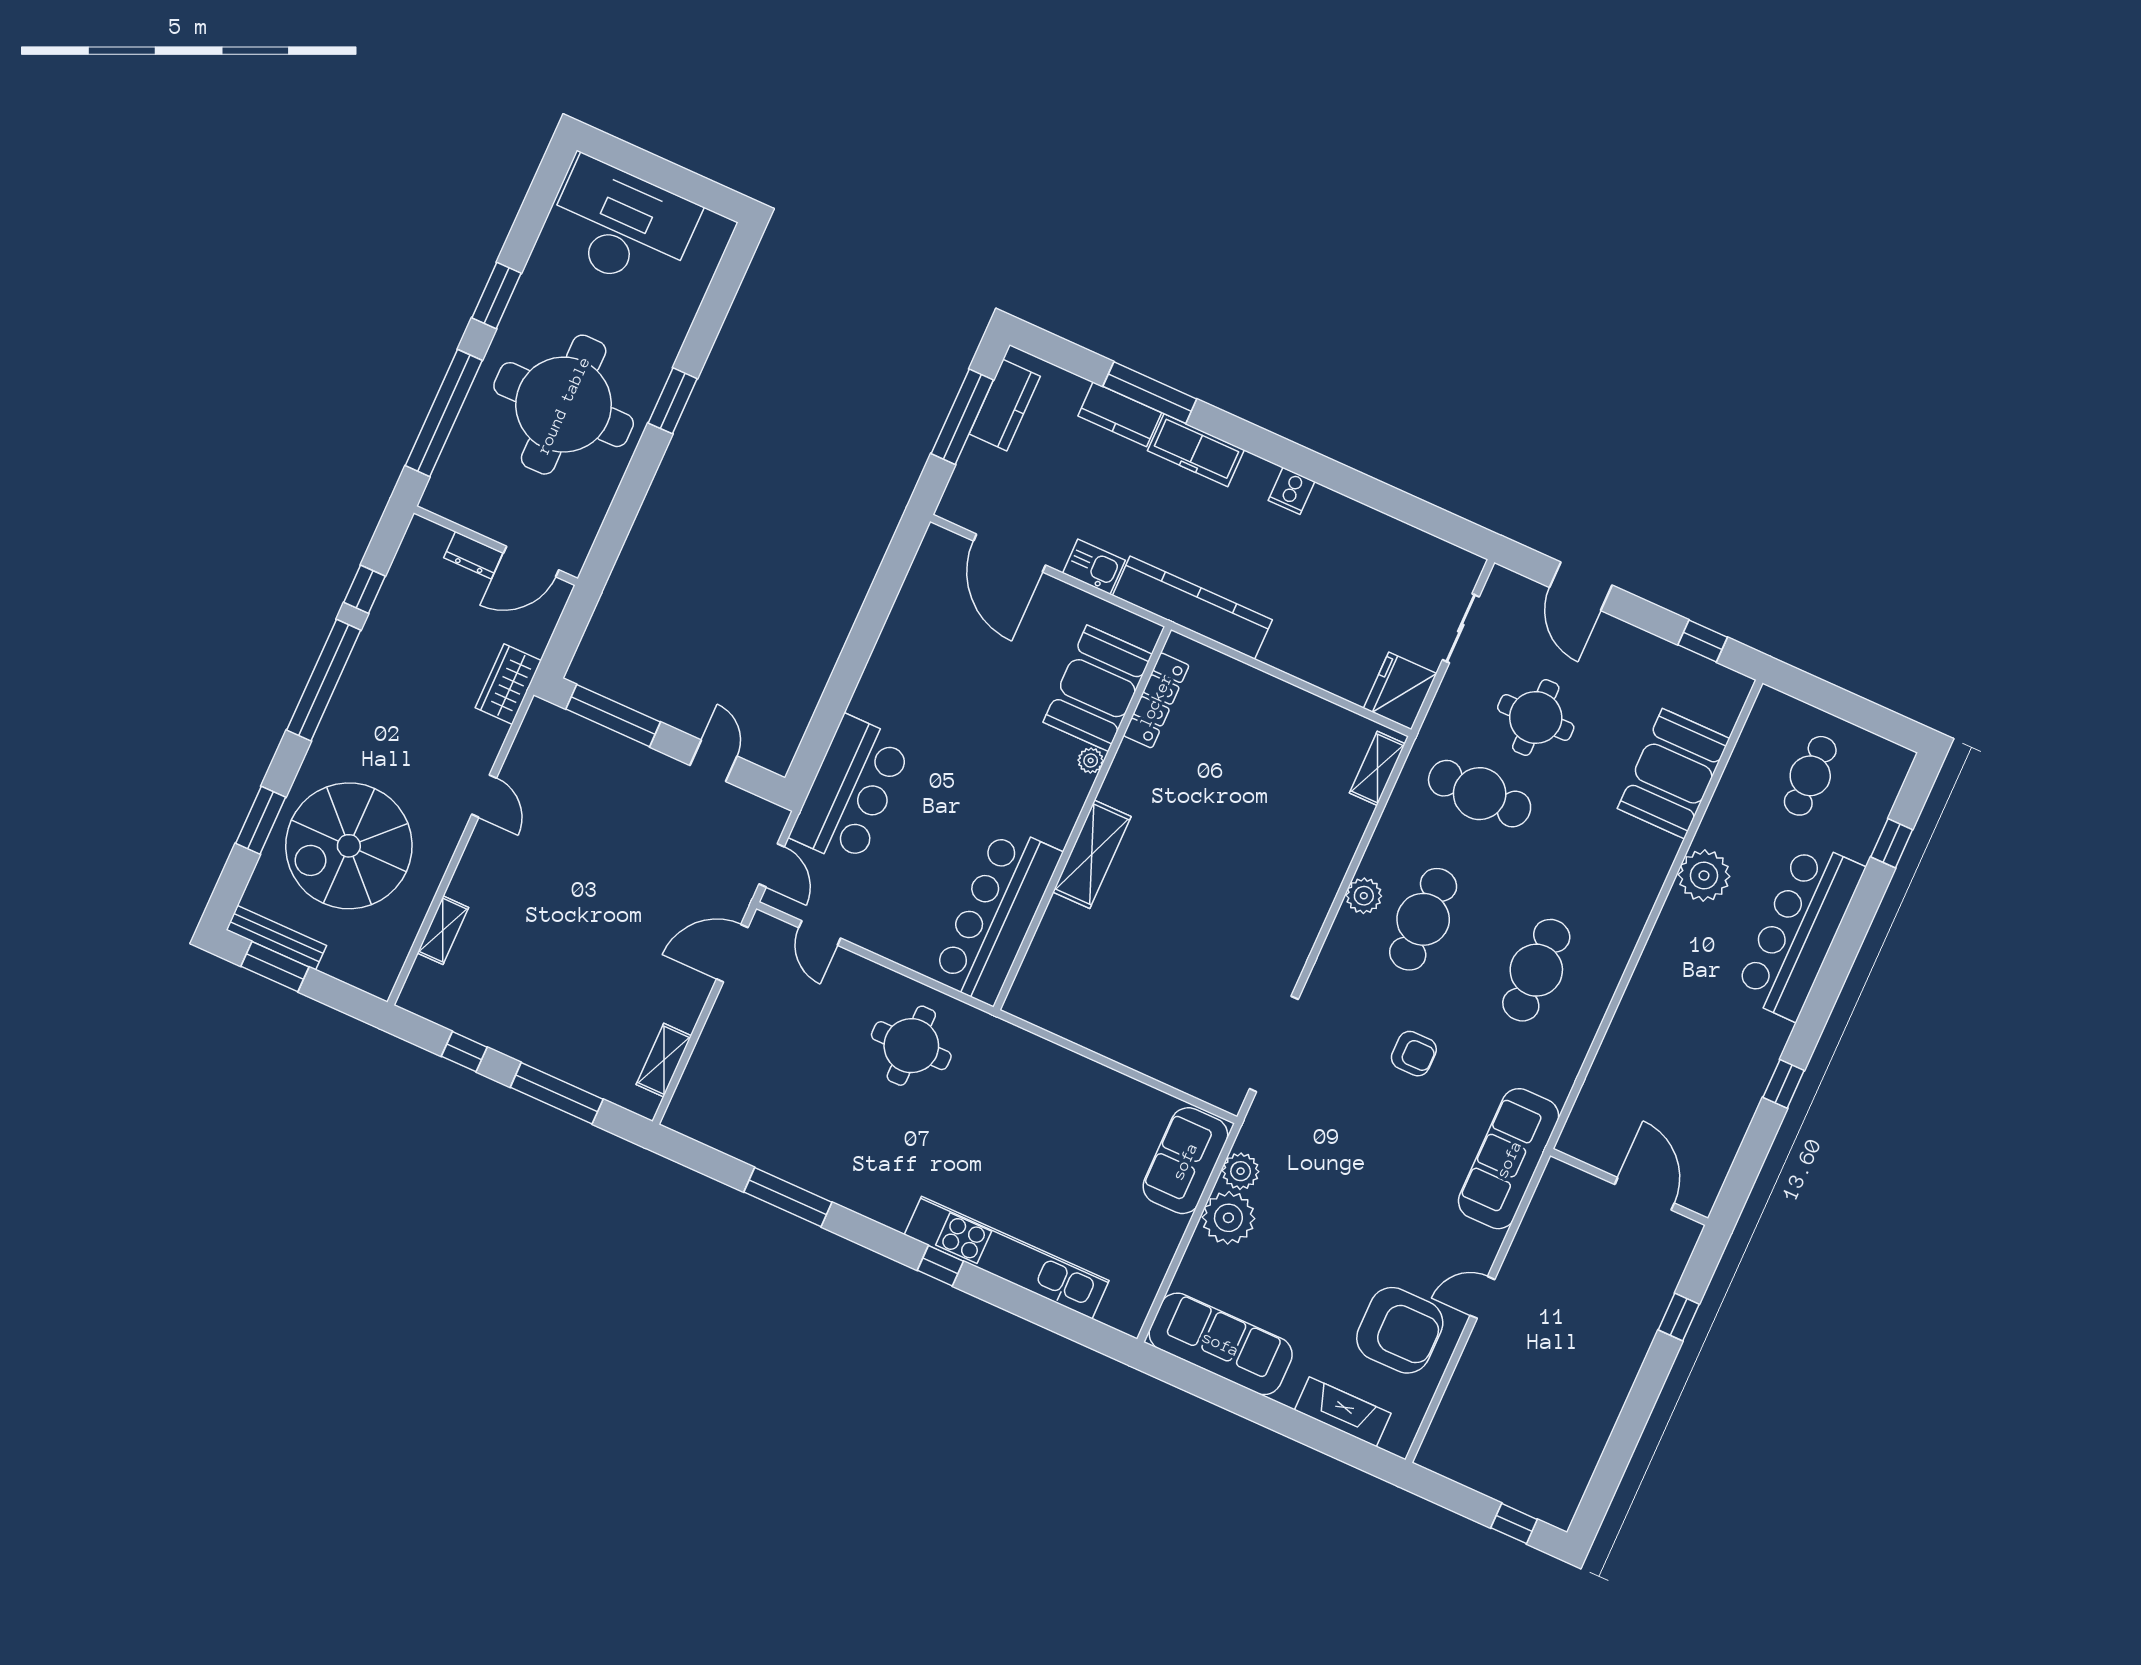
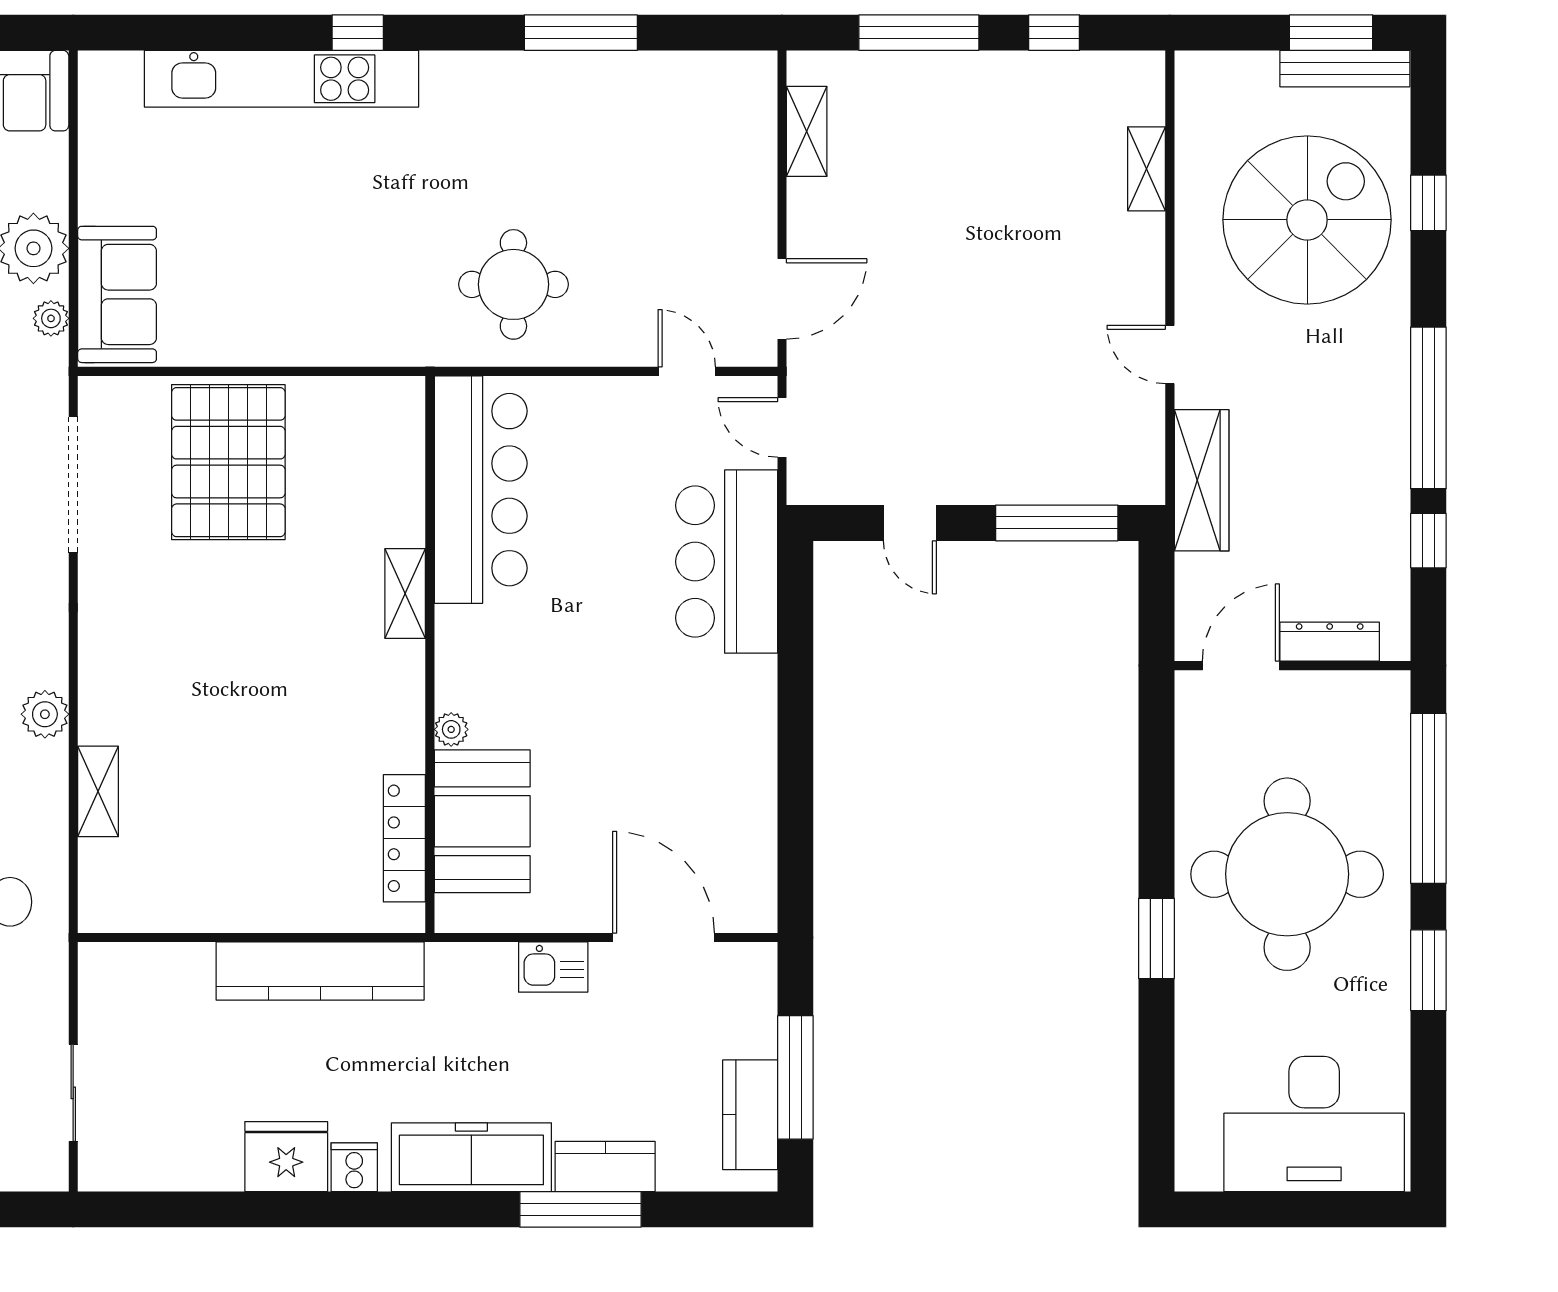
freezer: (1196, 450) -> (471, 1157), width x1.36, depth x1.26
dresser: (473, 555) -> (1330, 642), width x1.44
kitchen counter: (1192, 608) -> (320, 971), moved
wardrobe: (508, 684) -> (1202, 480), width x1.50
fridge: (1400, 691) -> (286, 1157), moved, turned -90
shelving: (1377, 768) -> (98, 791), moved
window: (261, 820) -> (1428, 203), width x0.67
shelving: (1092, 854) -> (405, 594), width x0.67, depth x0.75
pallet: (1161, 1012) -> (228, 462), added
plant: (1241, 1171) -> (51, 318), width x0.73, depth x0.73

